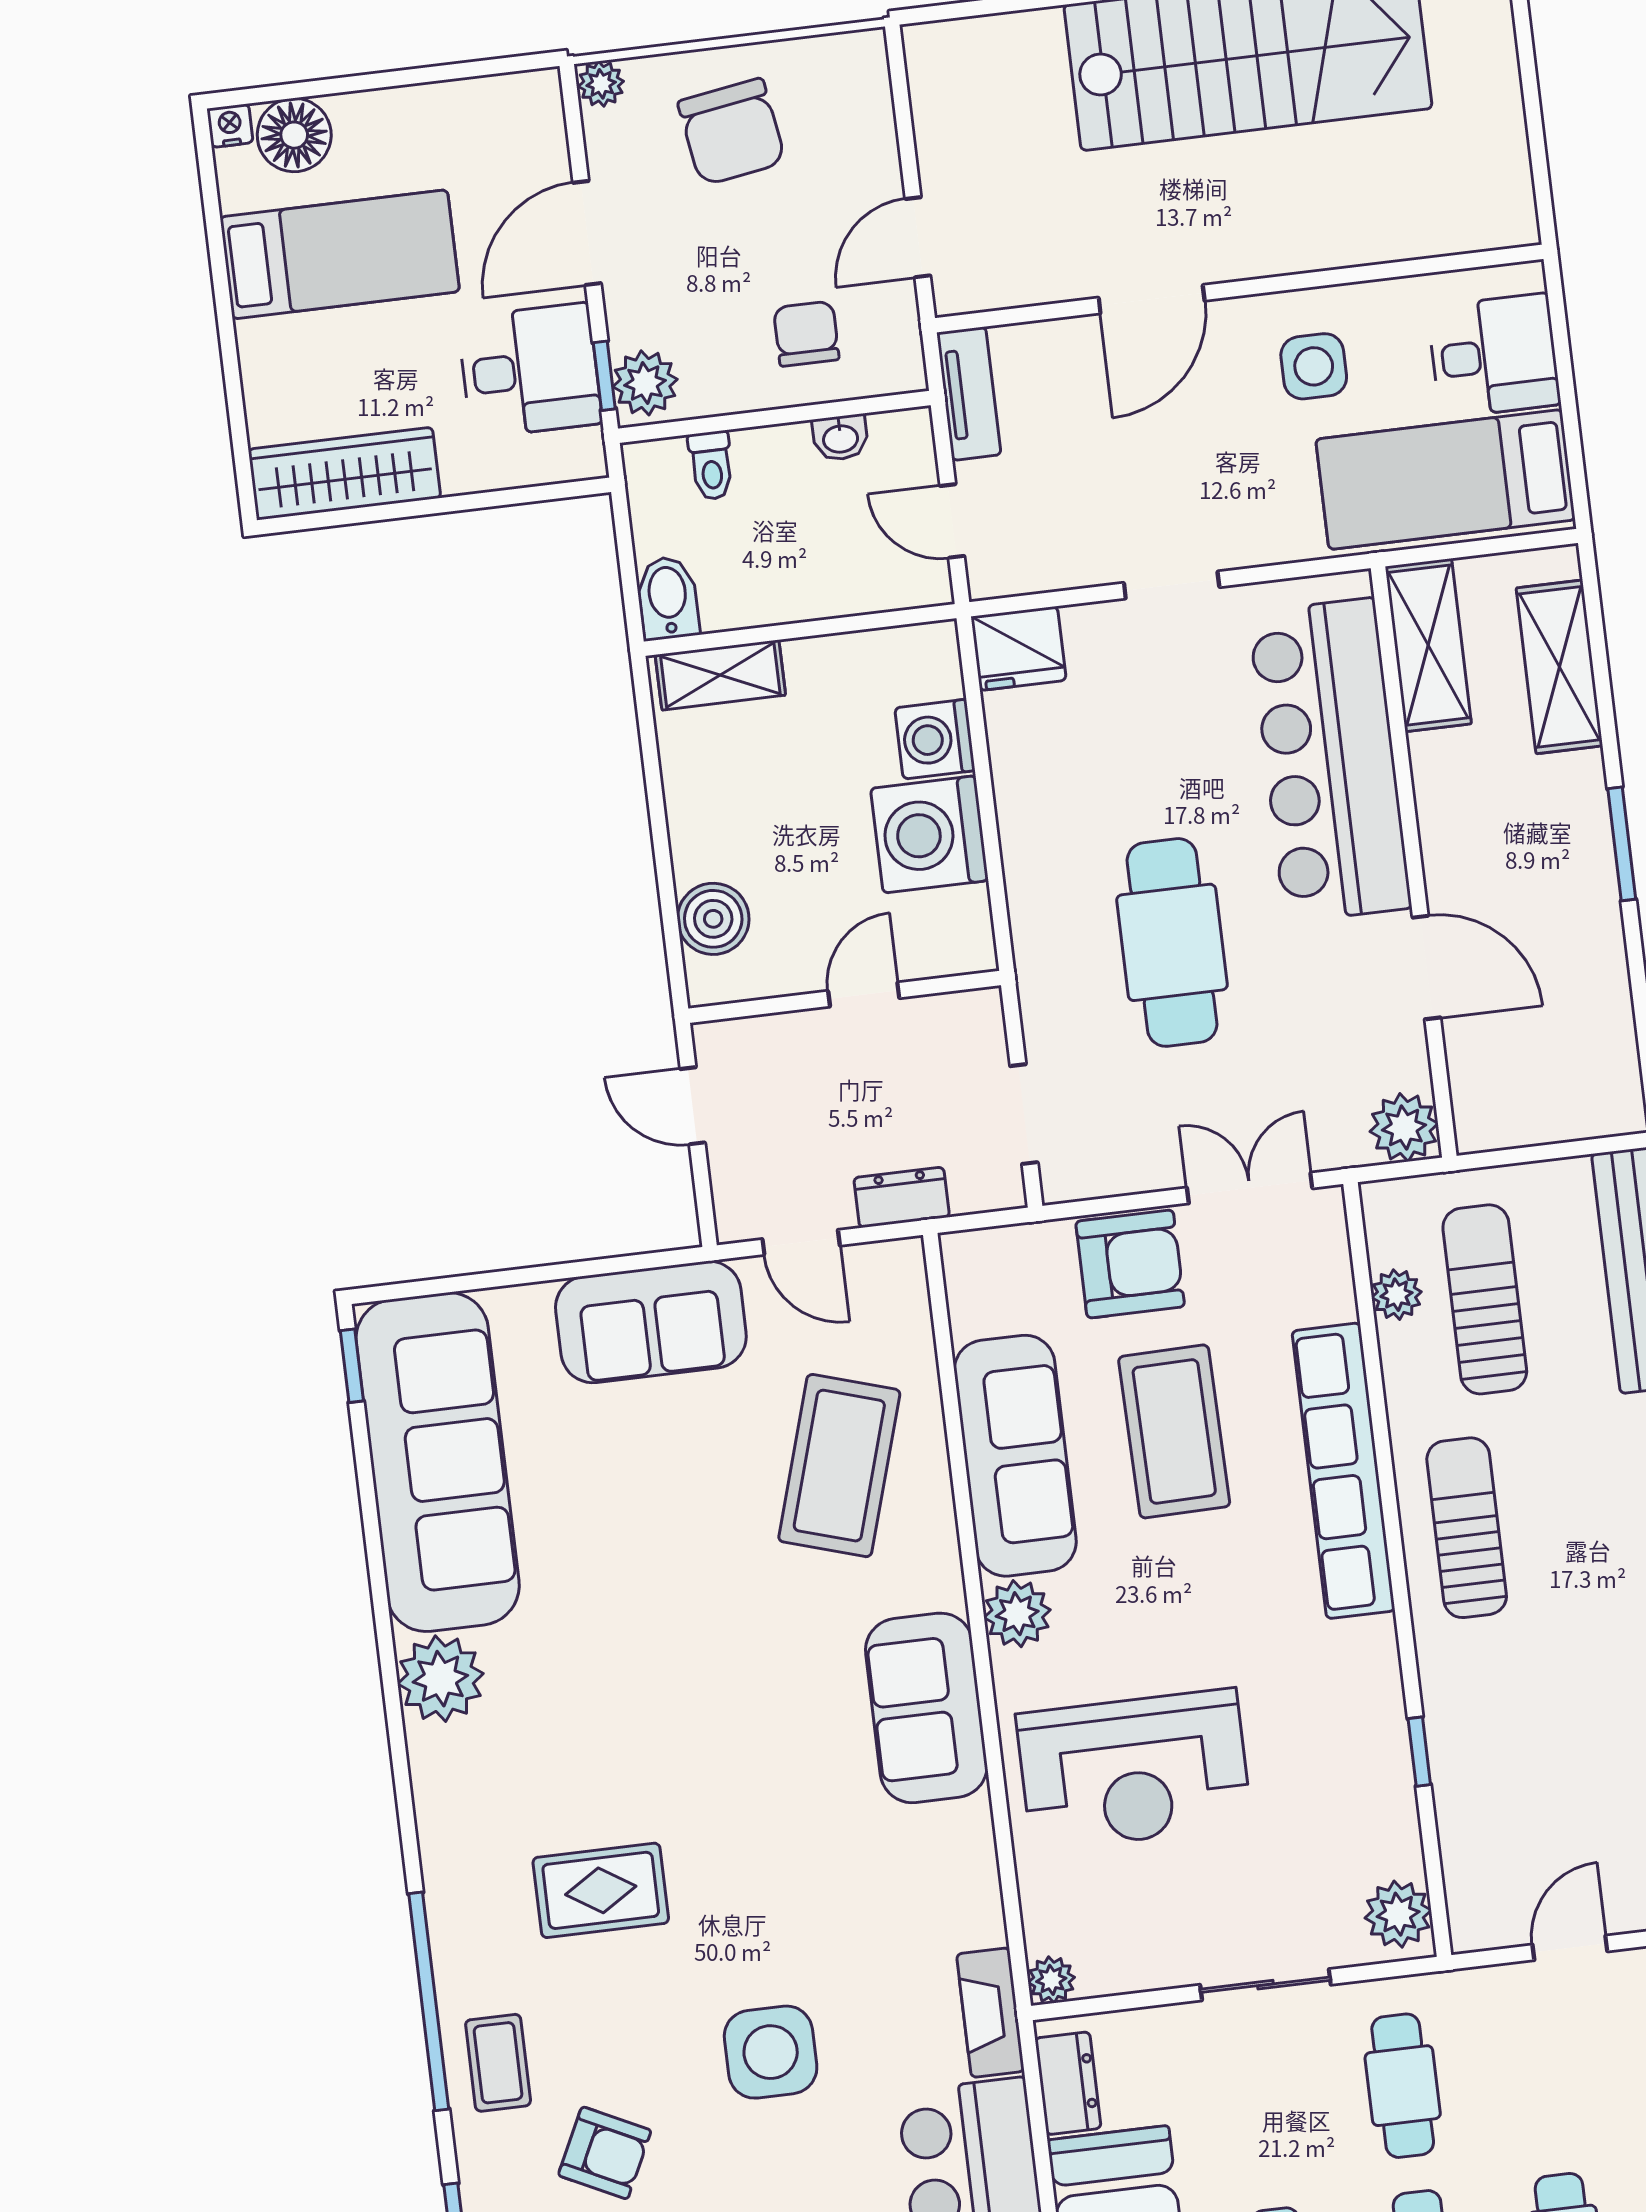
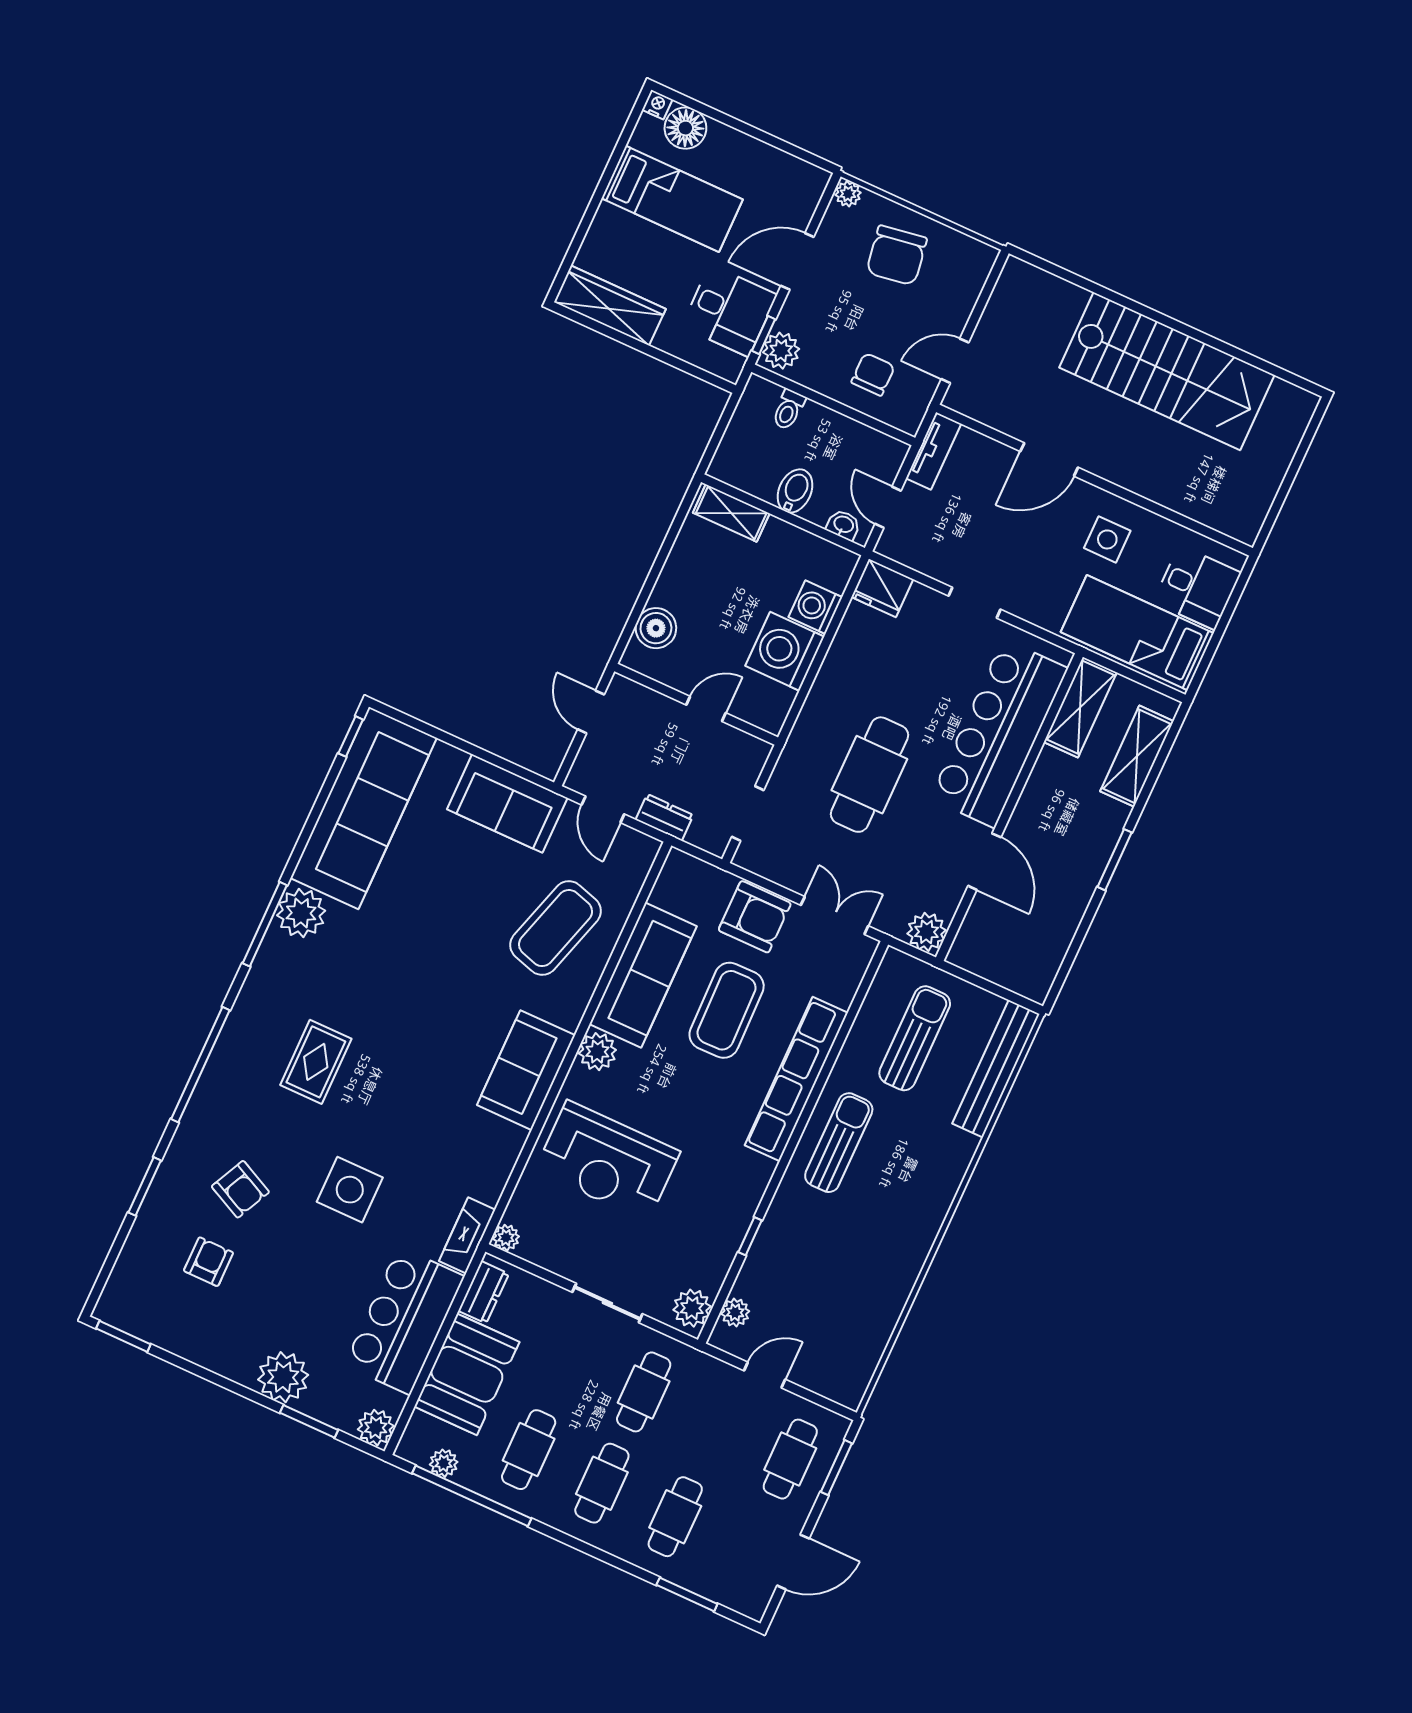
washbasin: (840, 438) -> (843, 525), moved, turned 180
bidet: (668, 598) -> (795, 491), moved
plant: (1397, 1295) -> (735, 1312), moved
window: (396, 1729) -> (265, 924), added
rug: (601, 1890) -> (316, 1062), turned 90
coffee table: (498, 2063) -> (216, 1115), removed

